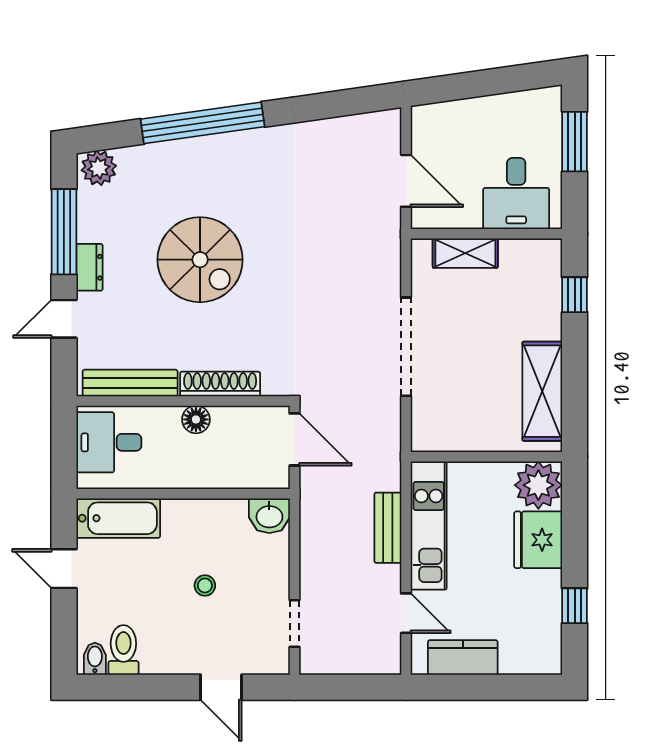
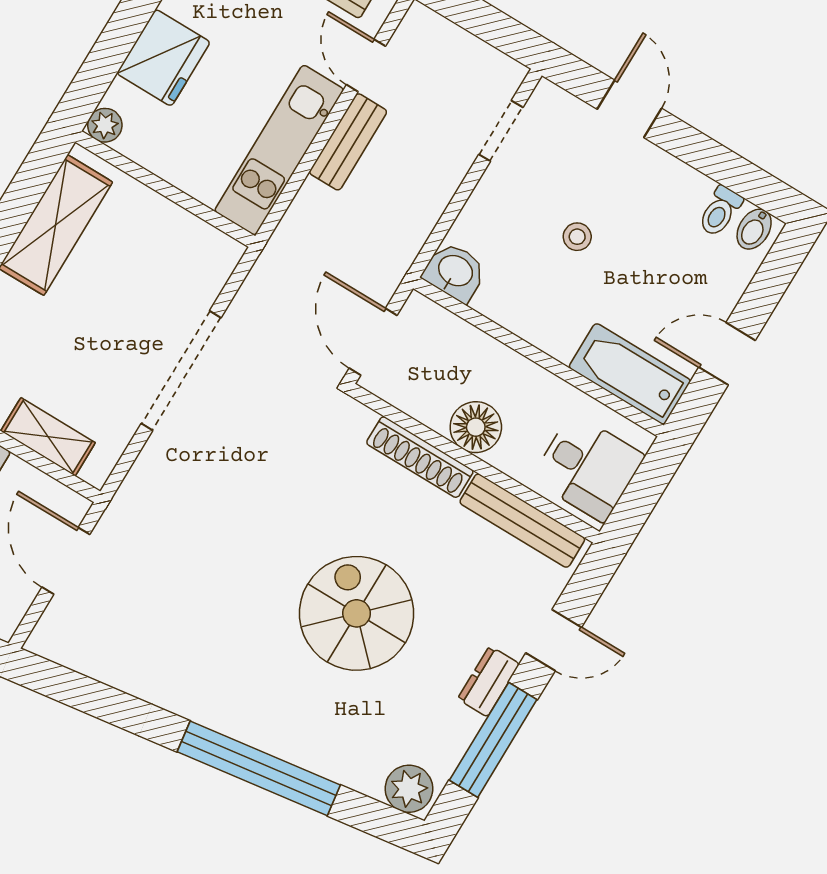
floor lamp: (196, 419) -> (476, 427), width x1.38, depth x1.38
plant: (538, 485) -> (105, 125), width x0.53, depth x0.53
bench: (388, 528) -> (348, 142), moved
door: (64, 569) -> (727, 354), swing flipped
toilet: (123, 650) -> (720, 211), width x0.73, depth x0.72

